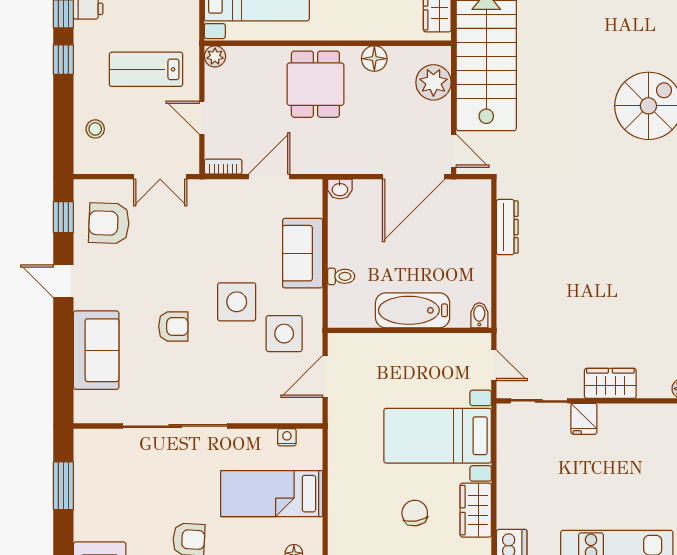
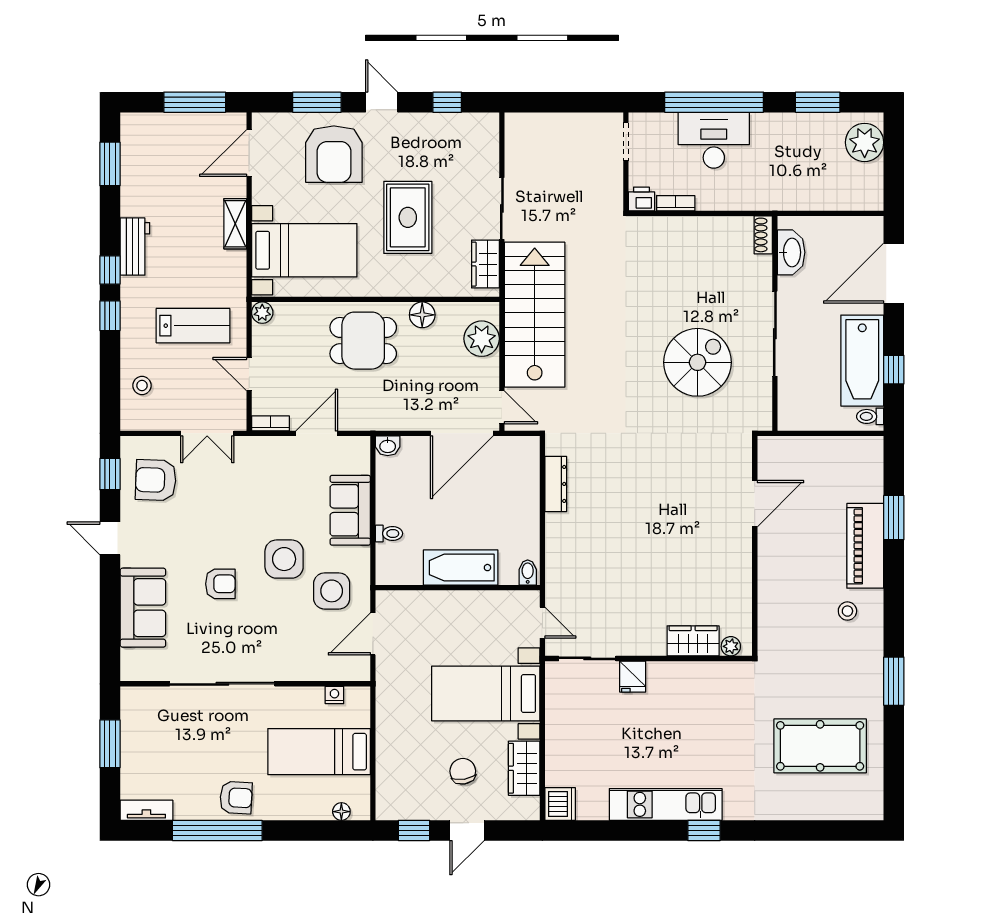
lab bench: (146, 69) -> (193, 326), turned 180
dining table: (315, 84) -> (363, 341), turned 90
wardrobe: (610, 383) -> (693, 641), moved

